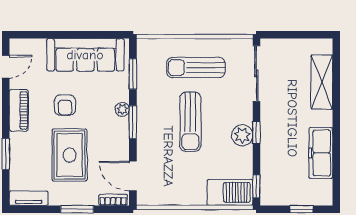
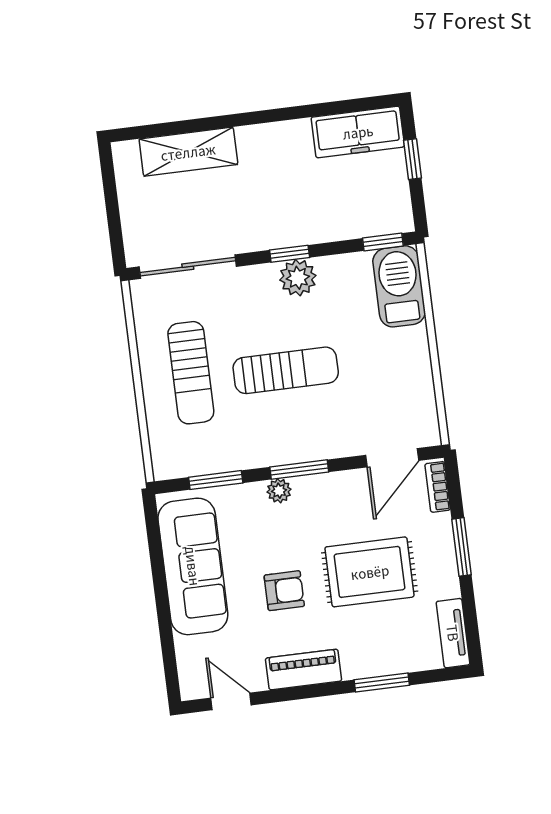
freezer: (321, 153) -> (358, 132), moved

